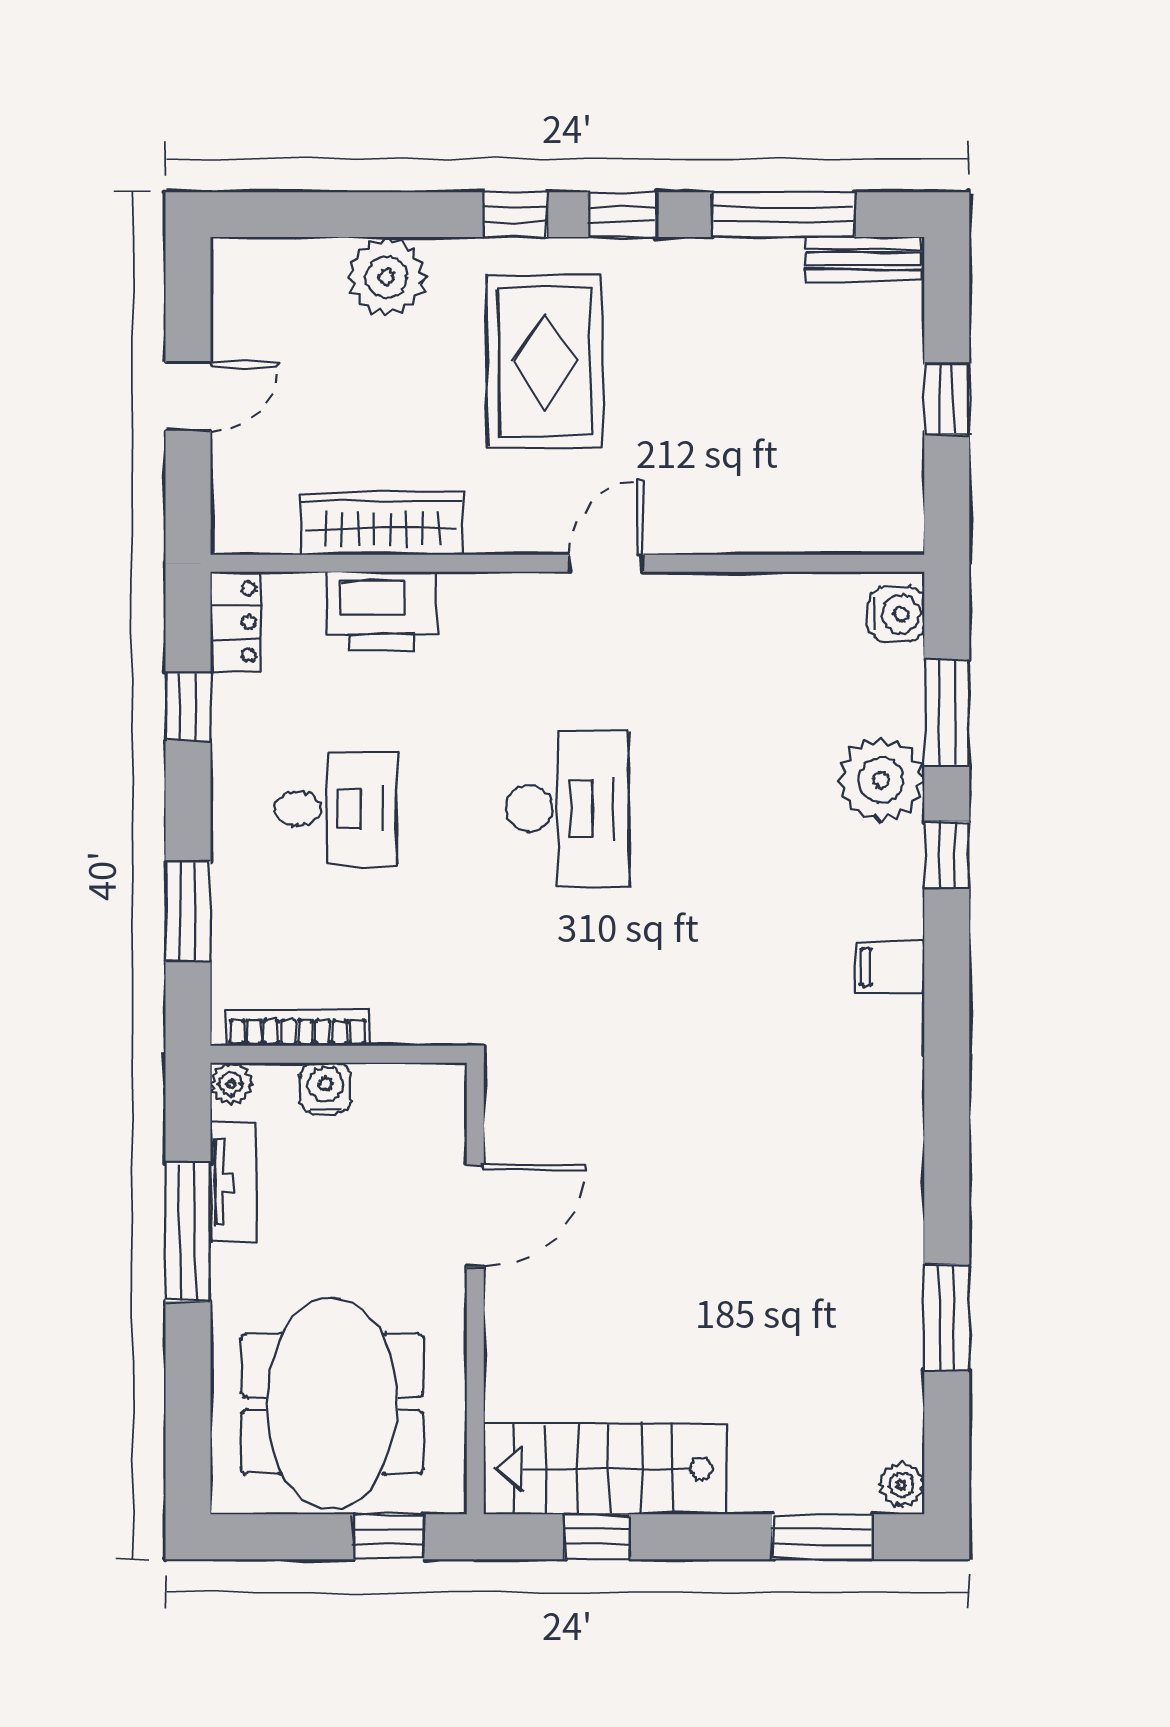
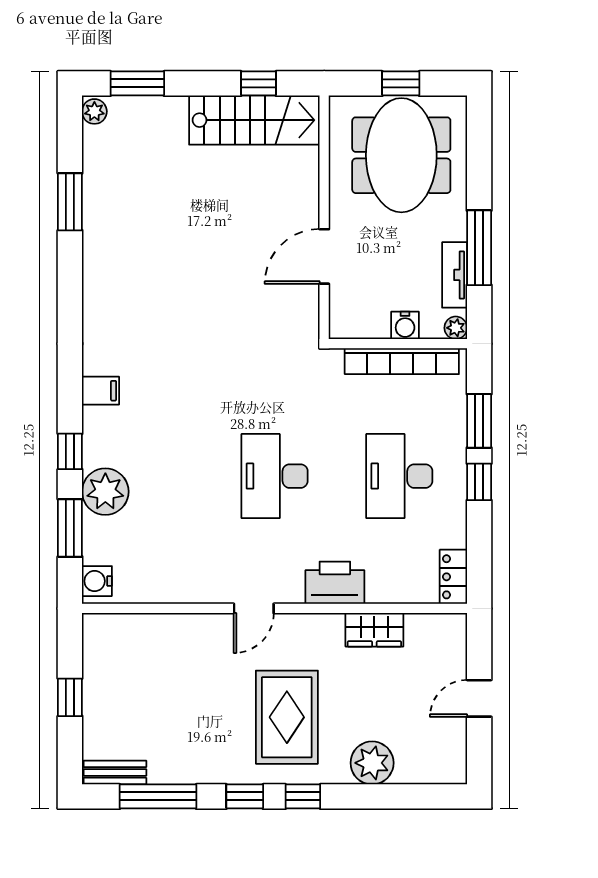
wardrobe: (382, 524) -> (374, 630), width x0.67
printer: (382, 611) -> (335, 583), moved
window: (188, 706) -> (479, 482), moved
desk: (336, 809) -> (399, 476), width x1.37
bookcase: (297, 1028) -> (402, 361), width x1.48, depth x1.31
window: (388, 1537) -> (401, 83), moved

